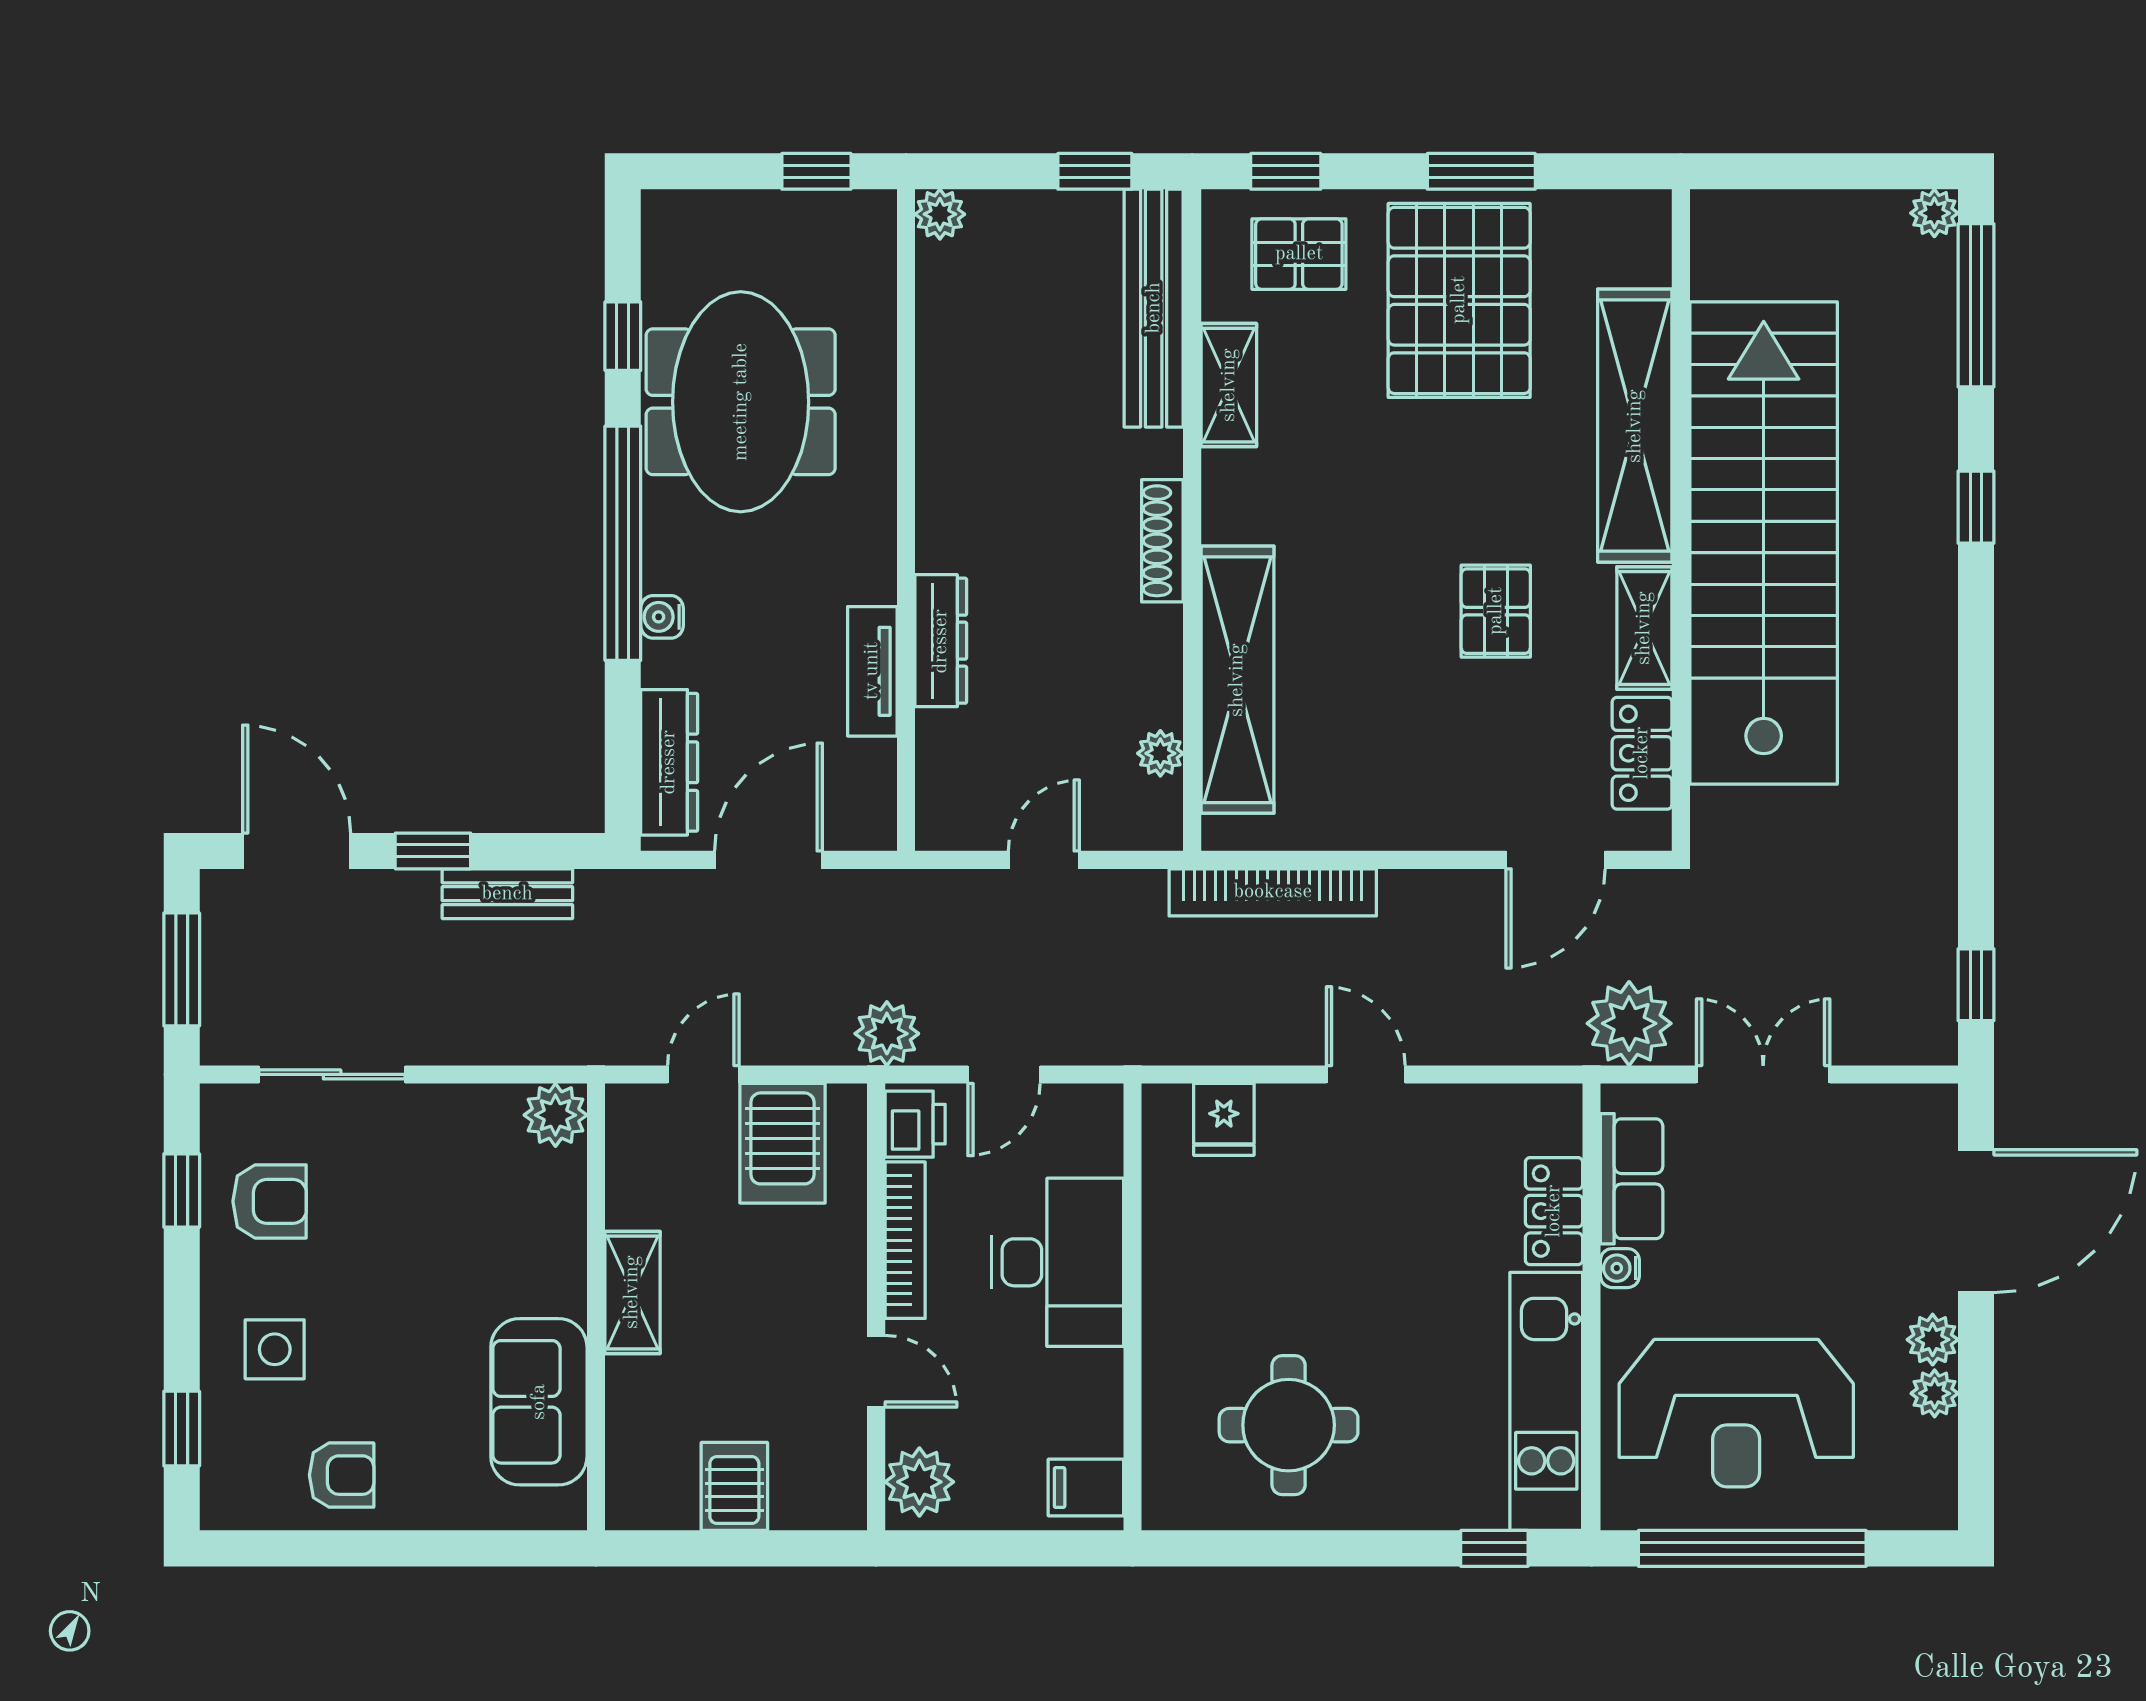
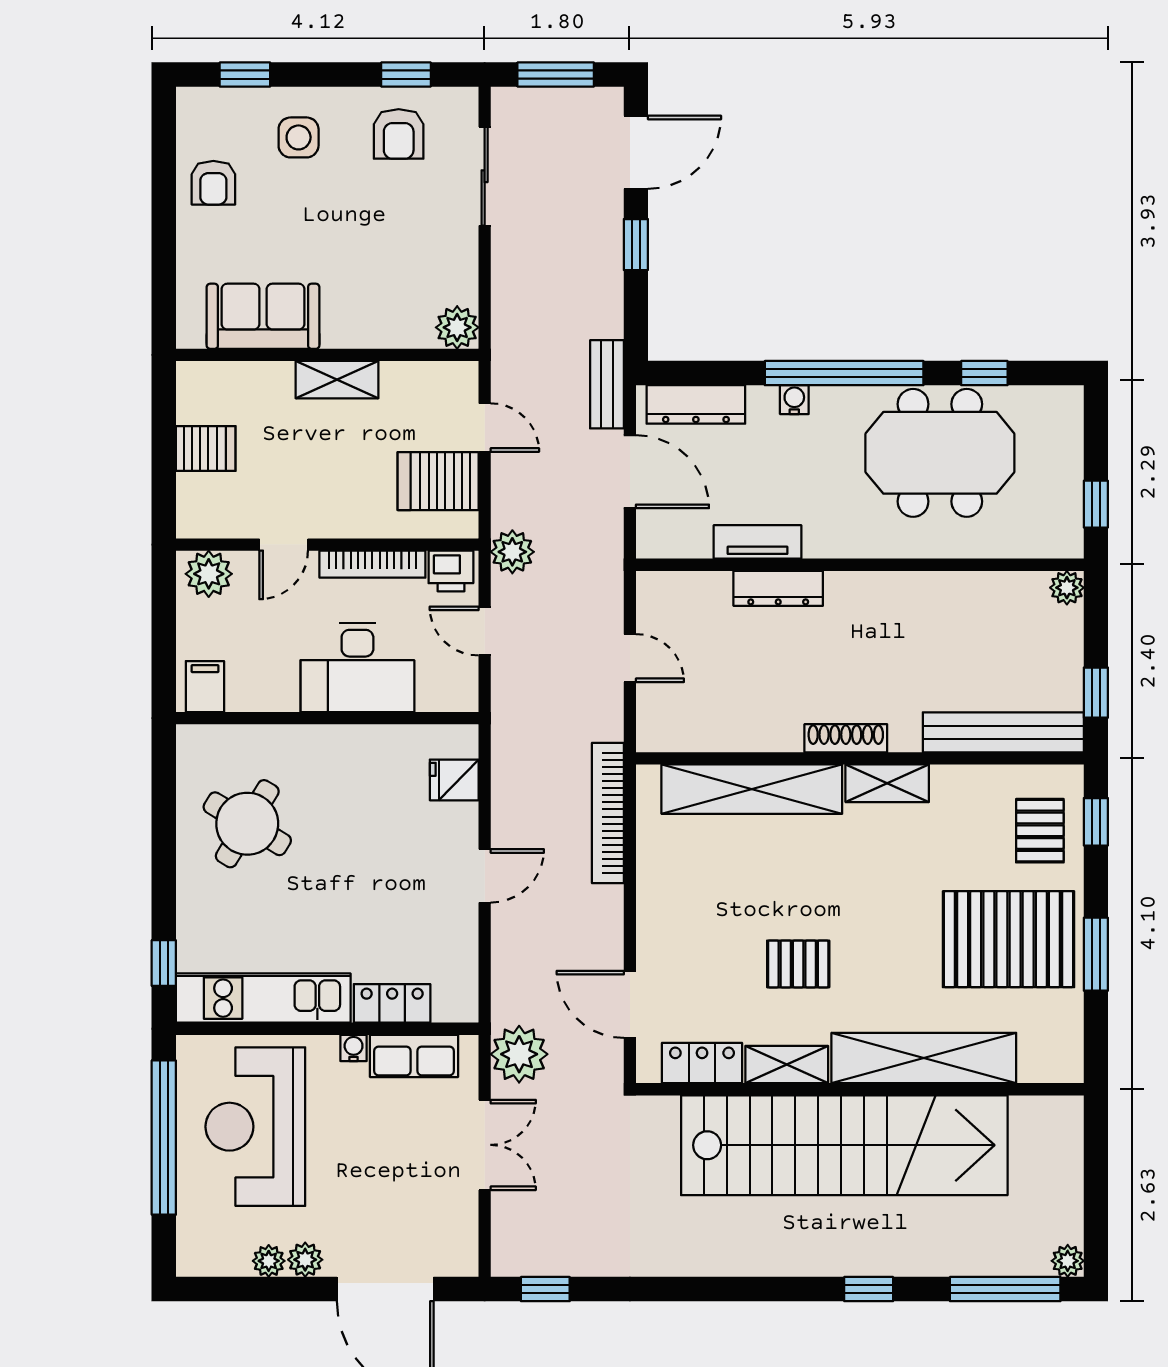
shelving: (1229, 385) -> (887, 783), moved
plant: (1160, 753) -> (702, 737), removed
bench: (507, 894) -> (607, 384), moved
round table: (1289, 1425) -> (247, 824), turned 31

